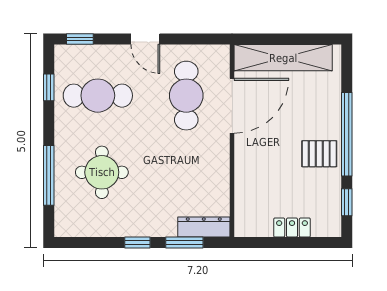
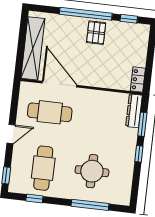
locker: (292, 228) -> (138, 80), moved

